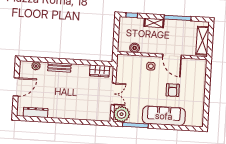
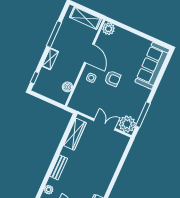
door: (172, 56) -> (89, 53), hinge flipped
plant: (201, 65) -> (108, 29), added
wardrobe: (100, 71) -> (75, 134), width x1.50
armchair: (173, 90) -> (113, 79), moved
sofa: (164, 116) -> (152, 66), moved

